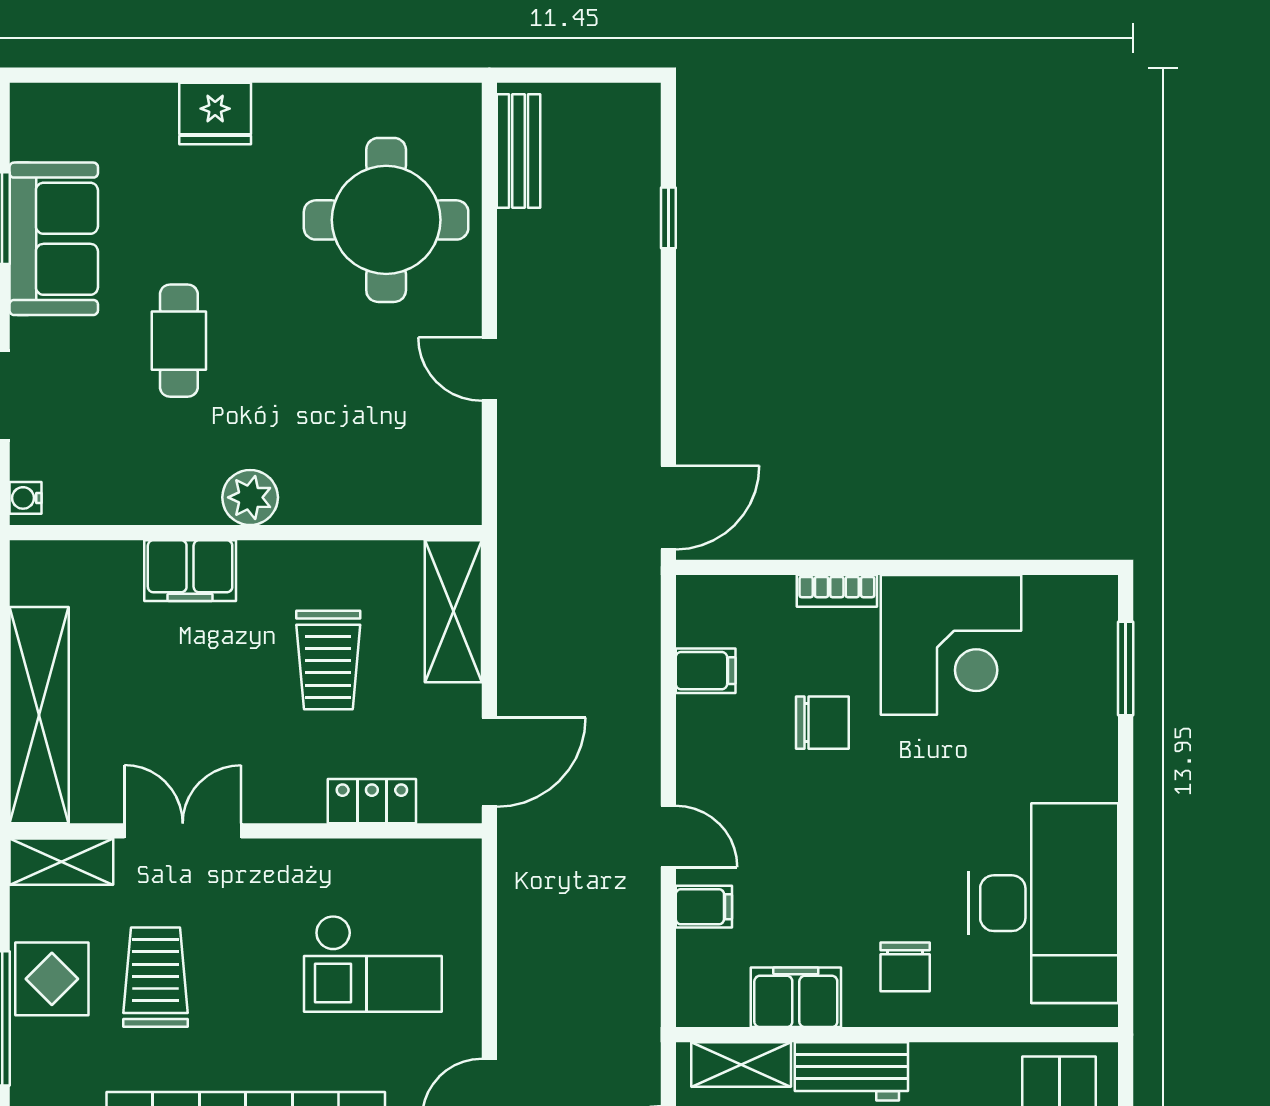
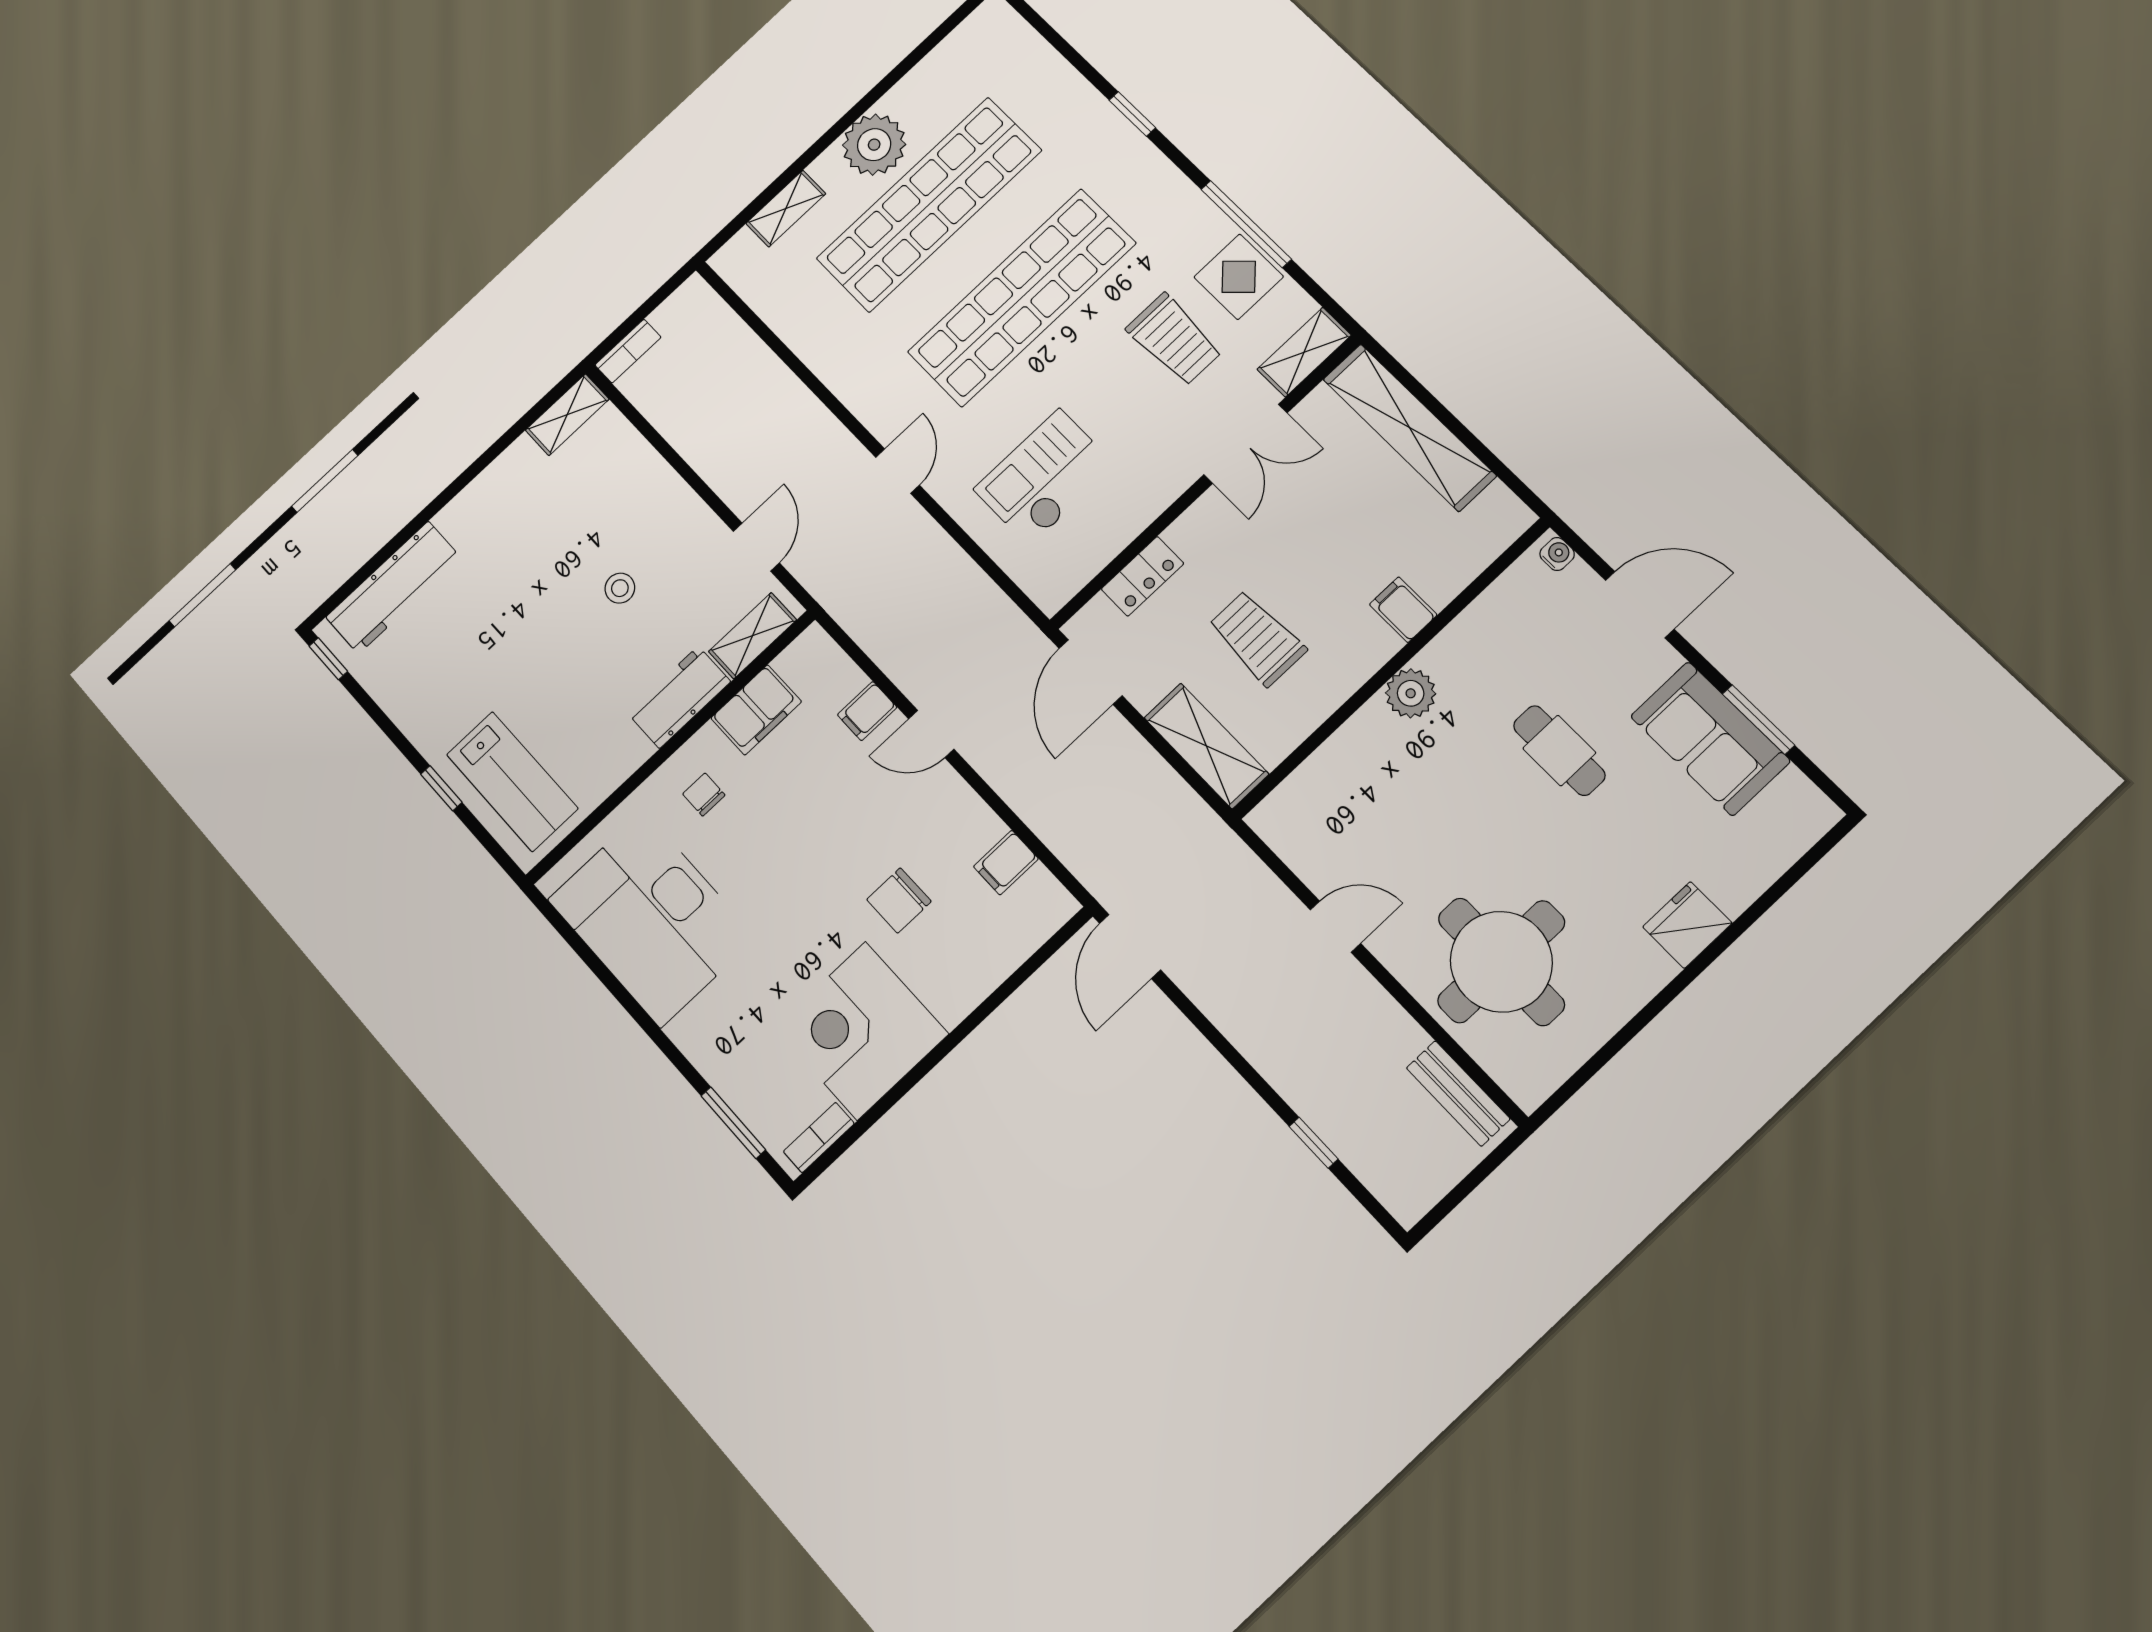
filing cabinet: (190, 571) -> (1403, 610), width x0.50
bookcase: (837, 591) -> (819, 1138), moved
chair: (905, 967) -> (704, 795), width x0.73, depth x0.73

